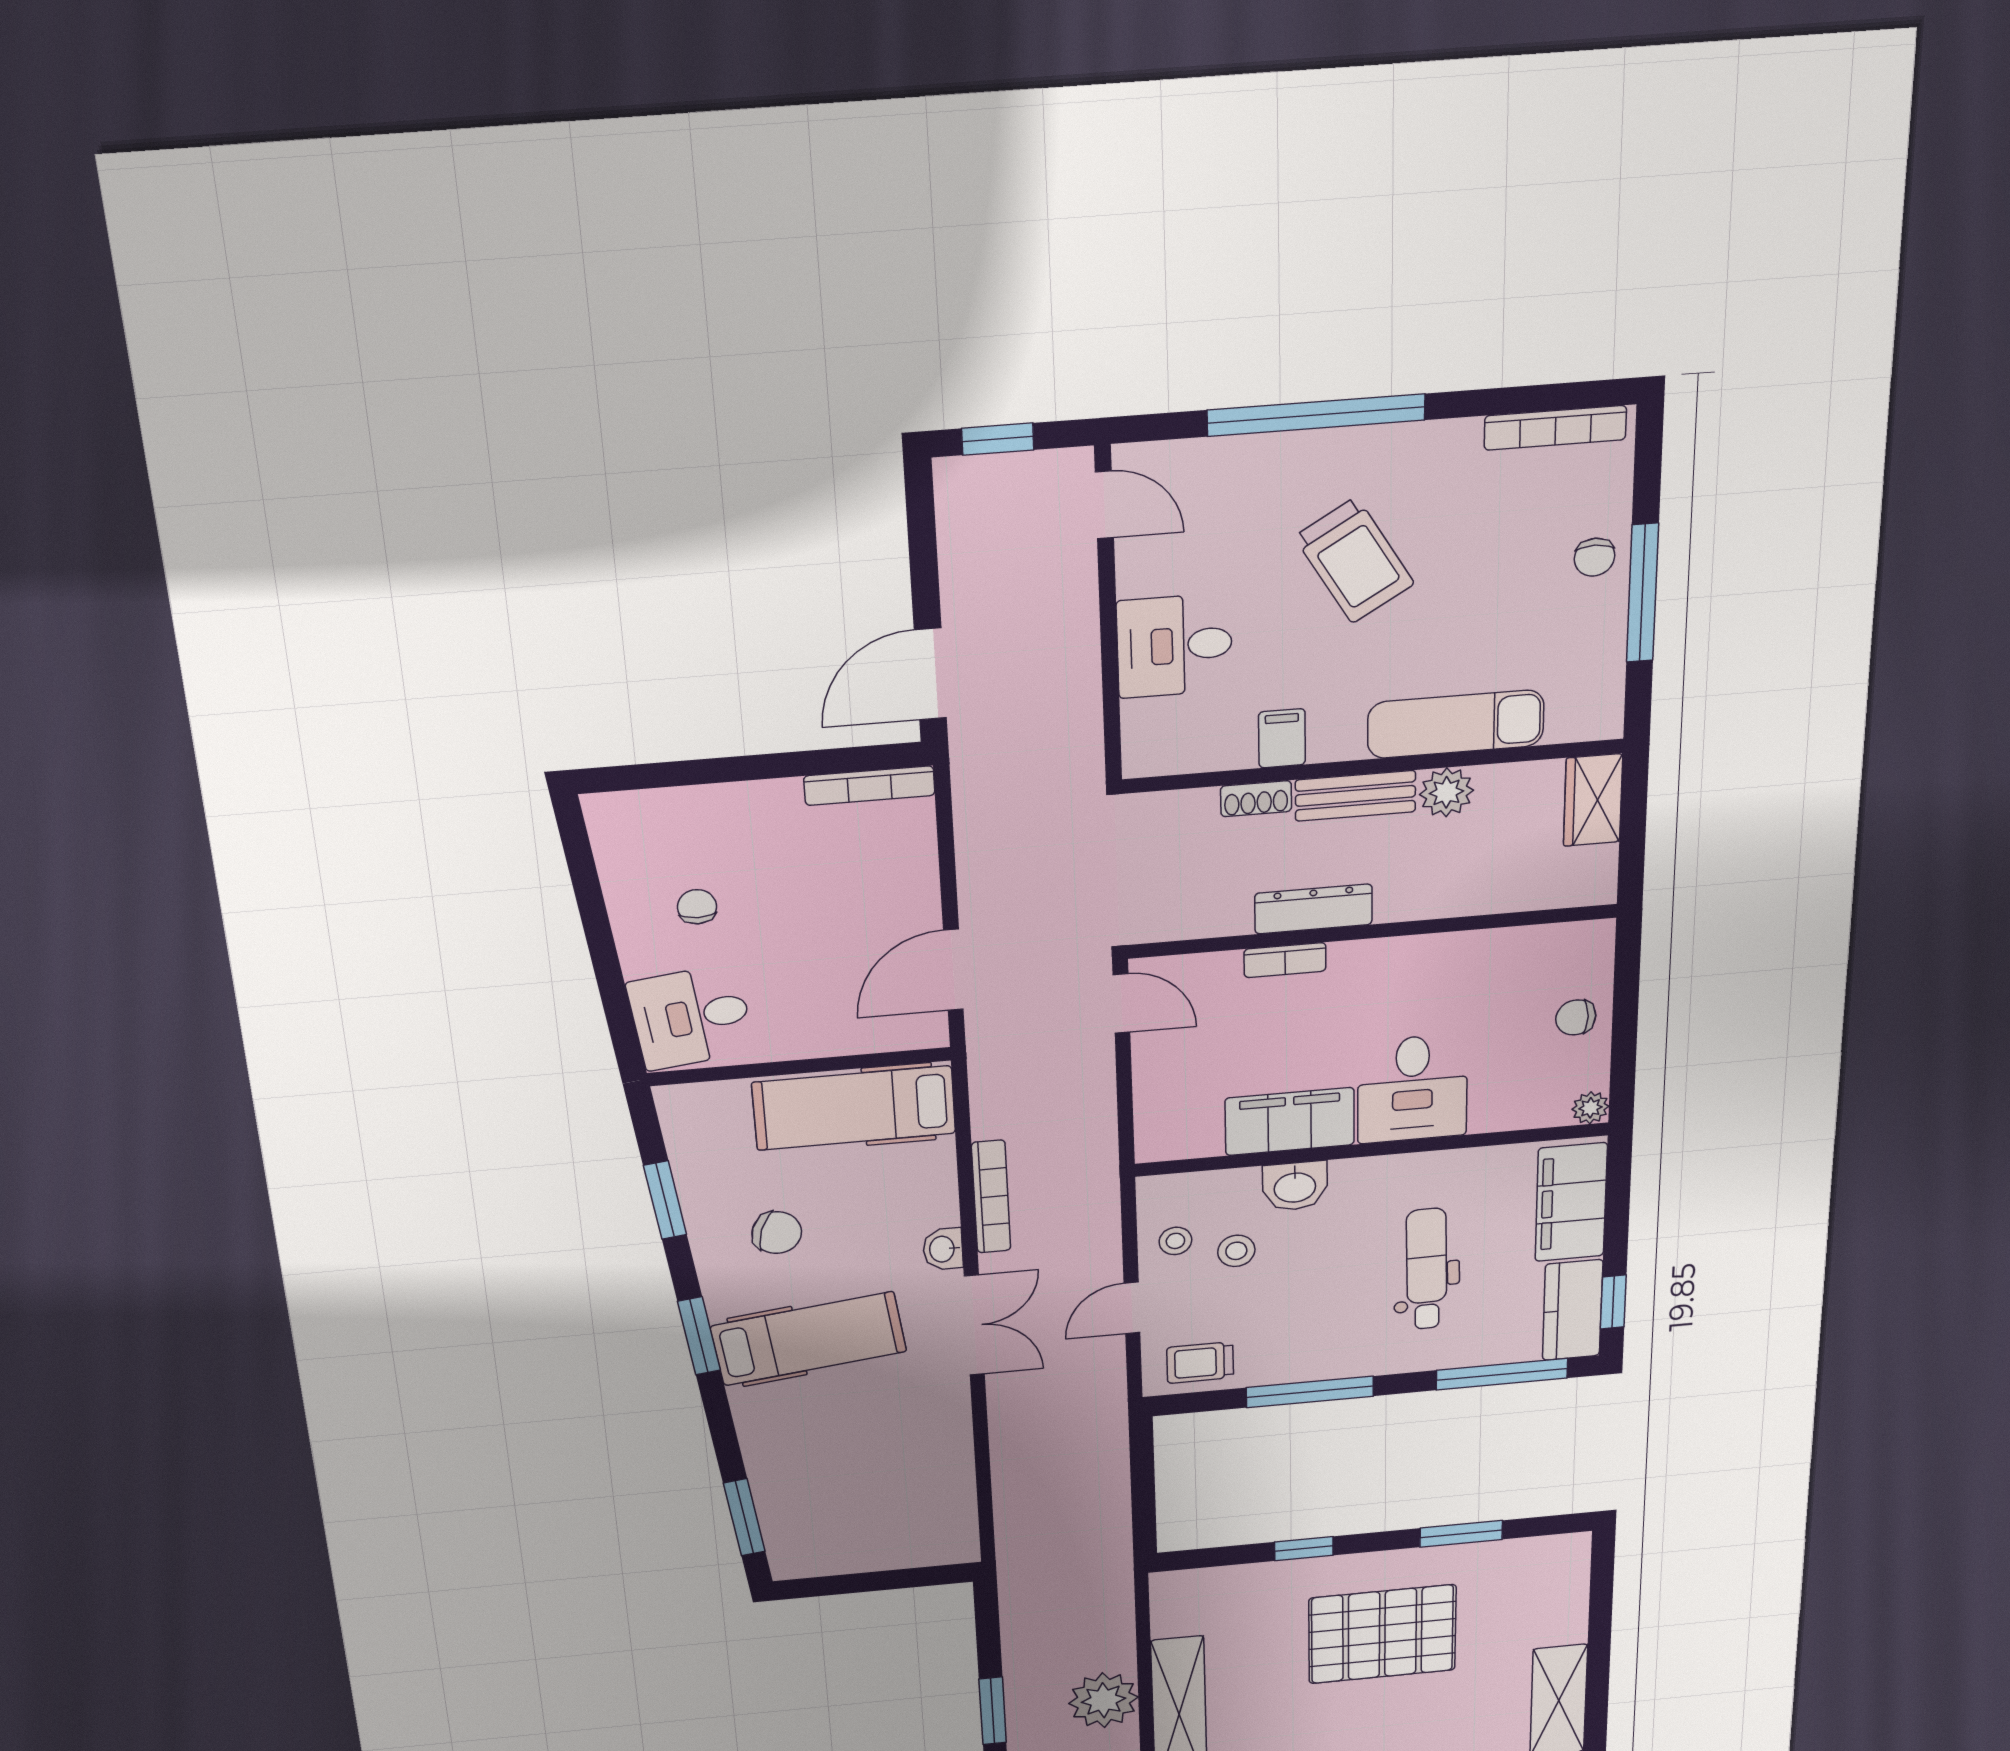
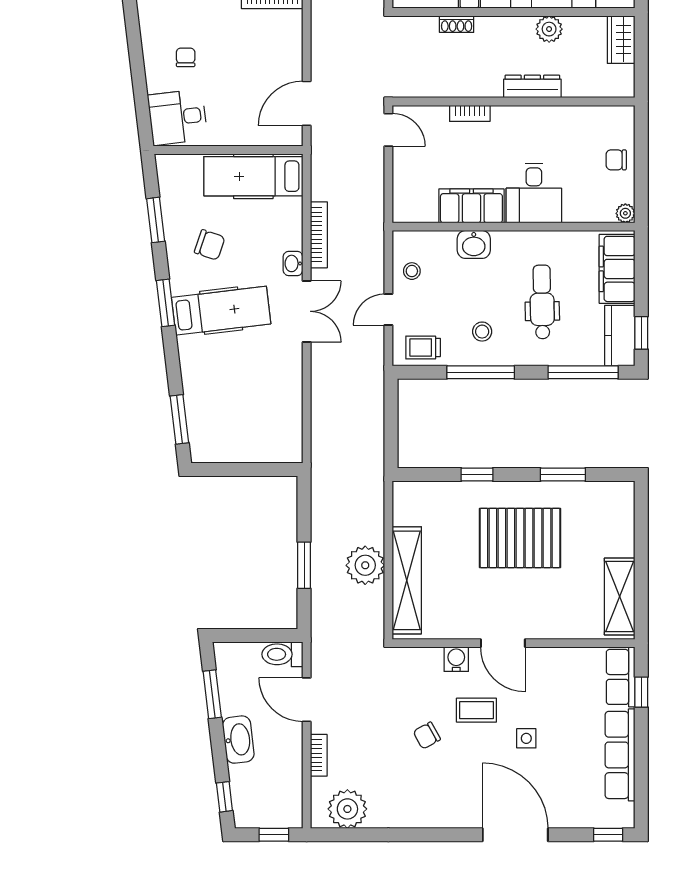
bench: (1355, 796) -> (505, 27), removed
dresser: (1313, 909) -> (532, 86), moved
stool: (1236, 1251) -> (482, 332), moved

